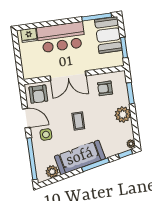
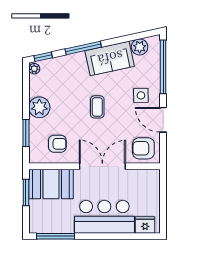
booth: (108, 35) -> (51, 184), moved, turned 90
armchair: (38, 94) -> (143, 148), turned -90
sofa: (80, 157) -> (110, 58), width x0.73

